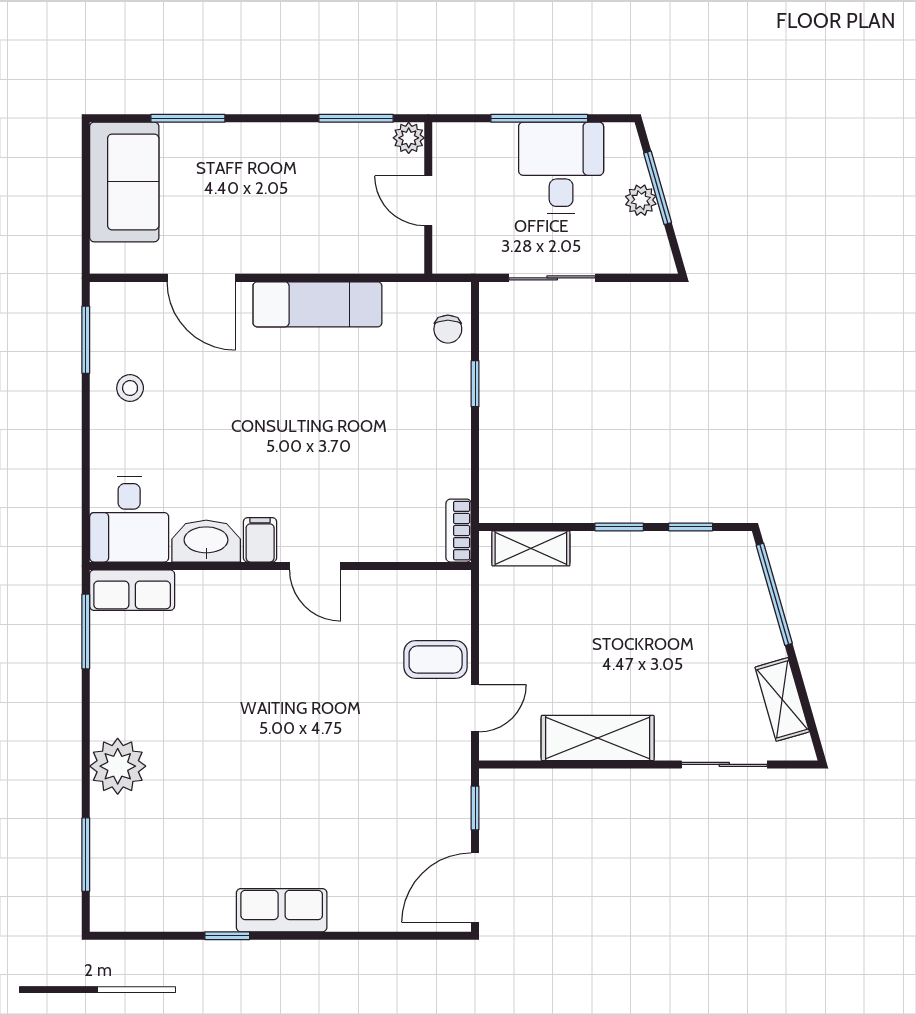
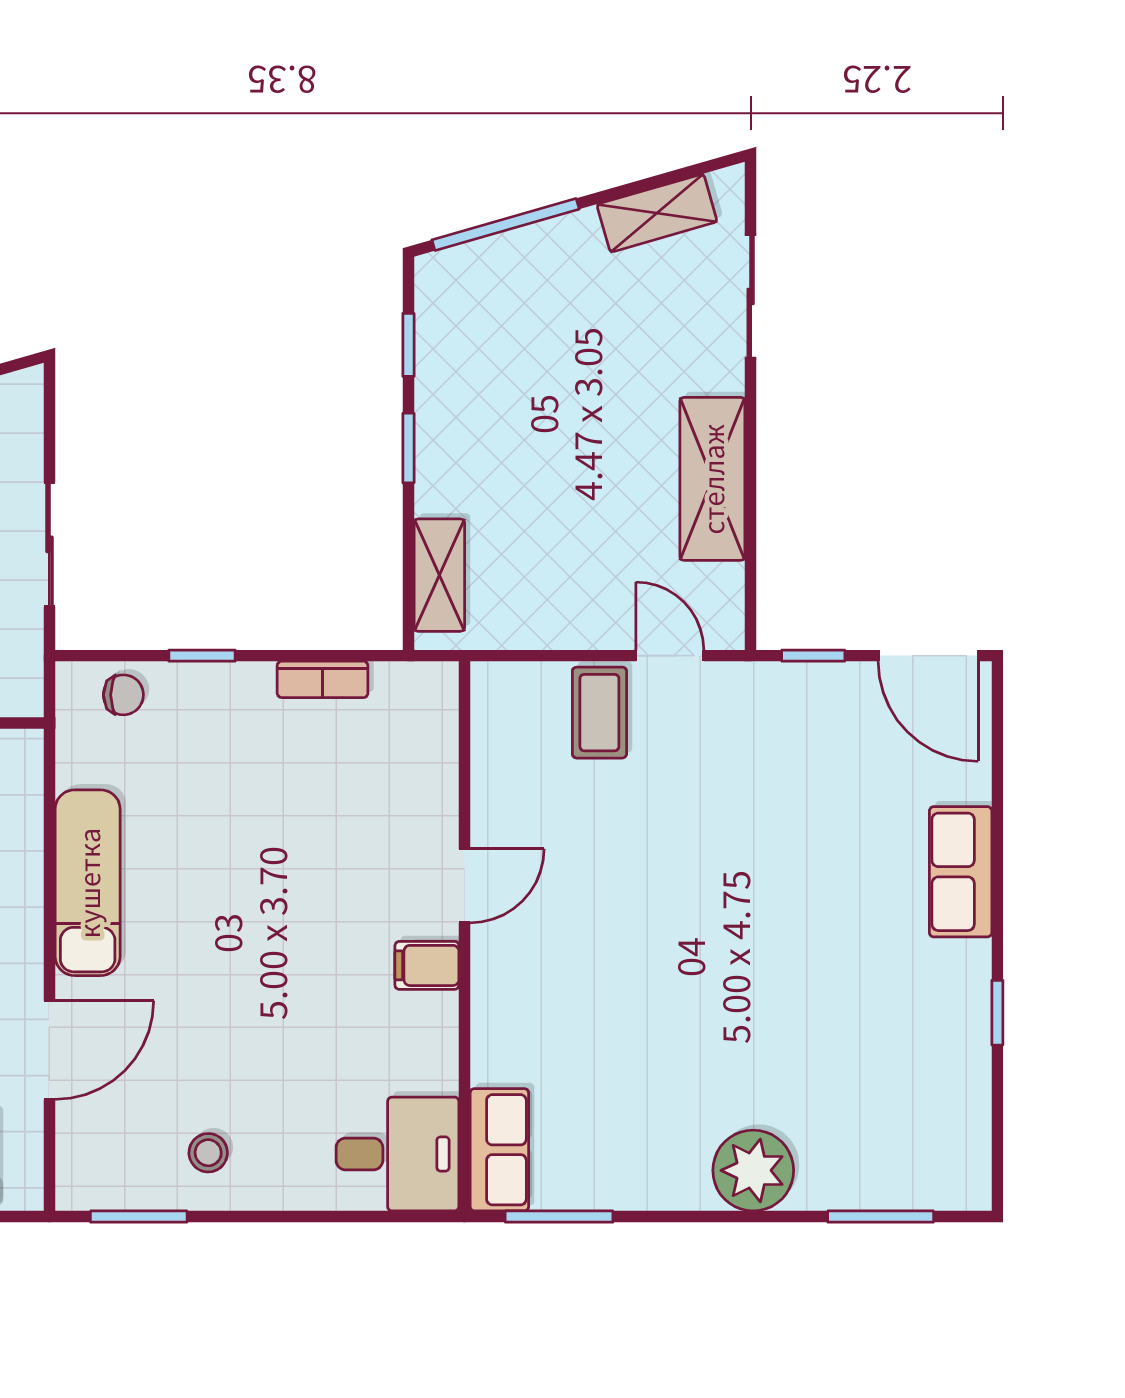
bookcase: (459, 531) -> (323, 679), moved
washbasin: (206, 541) -> (429, 1043), removed
row of seats: (282, 910) -> (961, 872), moved

